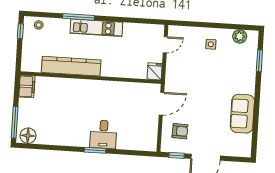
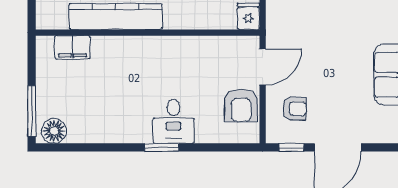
filing cabinet: (27, 86) -> (72, 47), moved, turned 90
armchair: (146, 127) -> (241, 105), added

